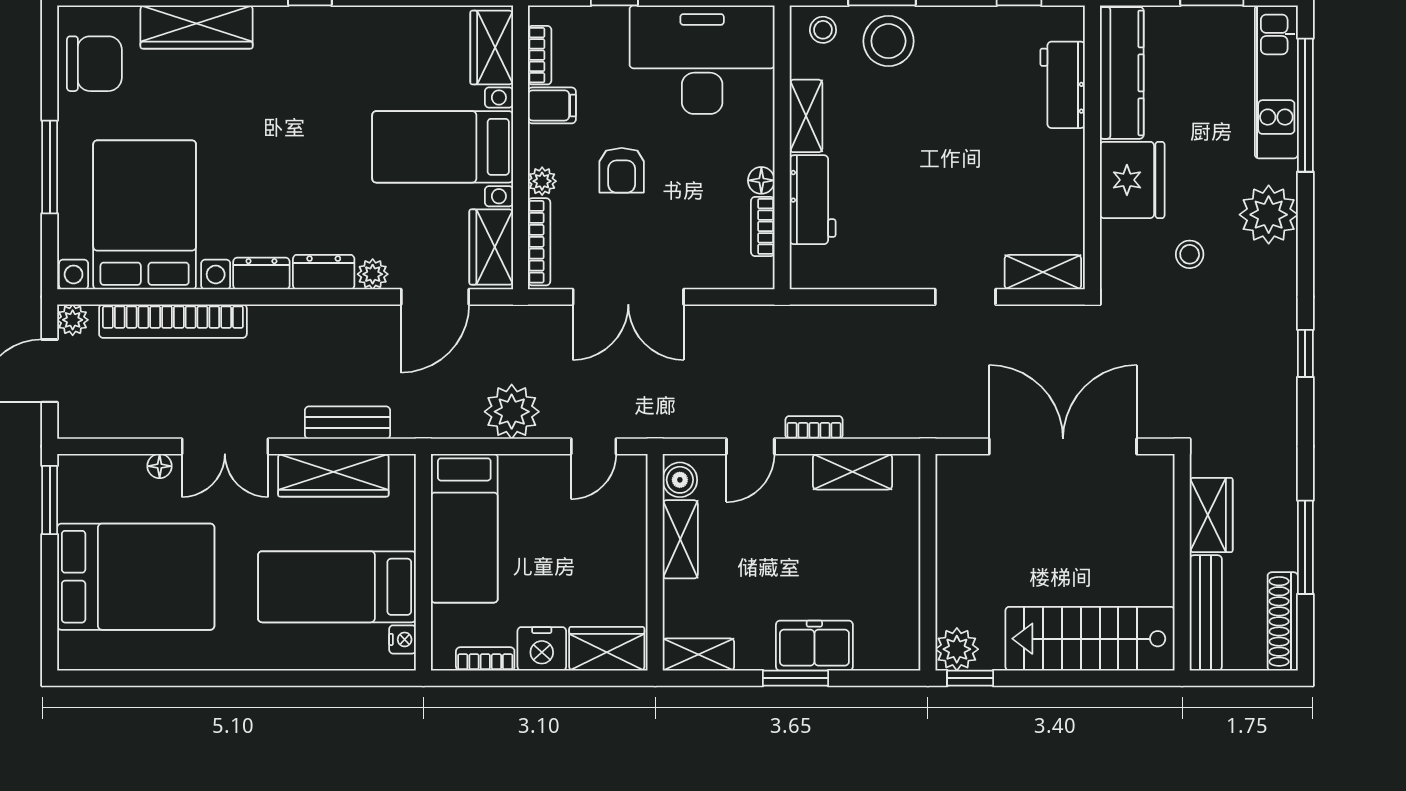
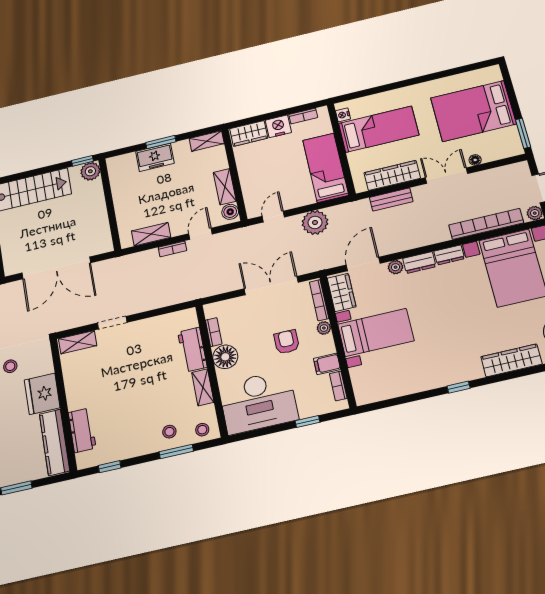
stool: (888, 41) -> (169, 432), width x0.53, depth x0.53
wardrobe: (492, 47) -> (363, 384), removed
floor lamp: (761, 180) -> (225, 357), width x1.89, depth x1.89

